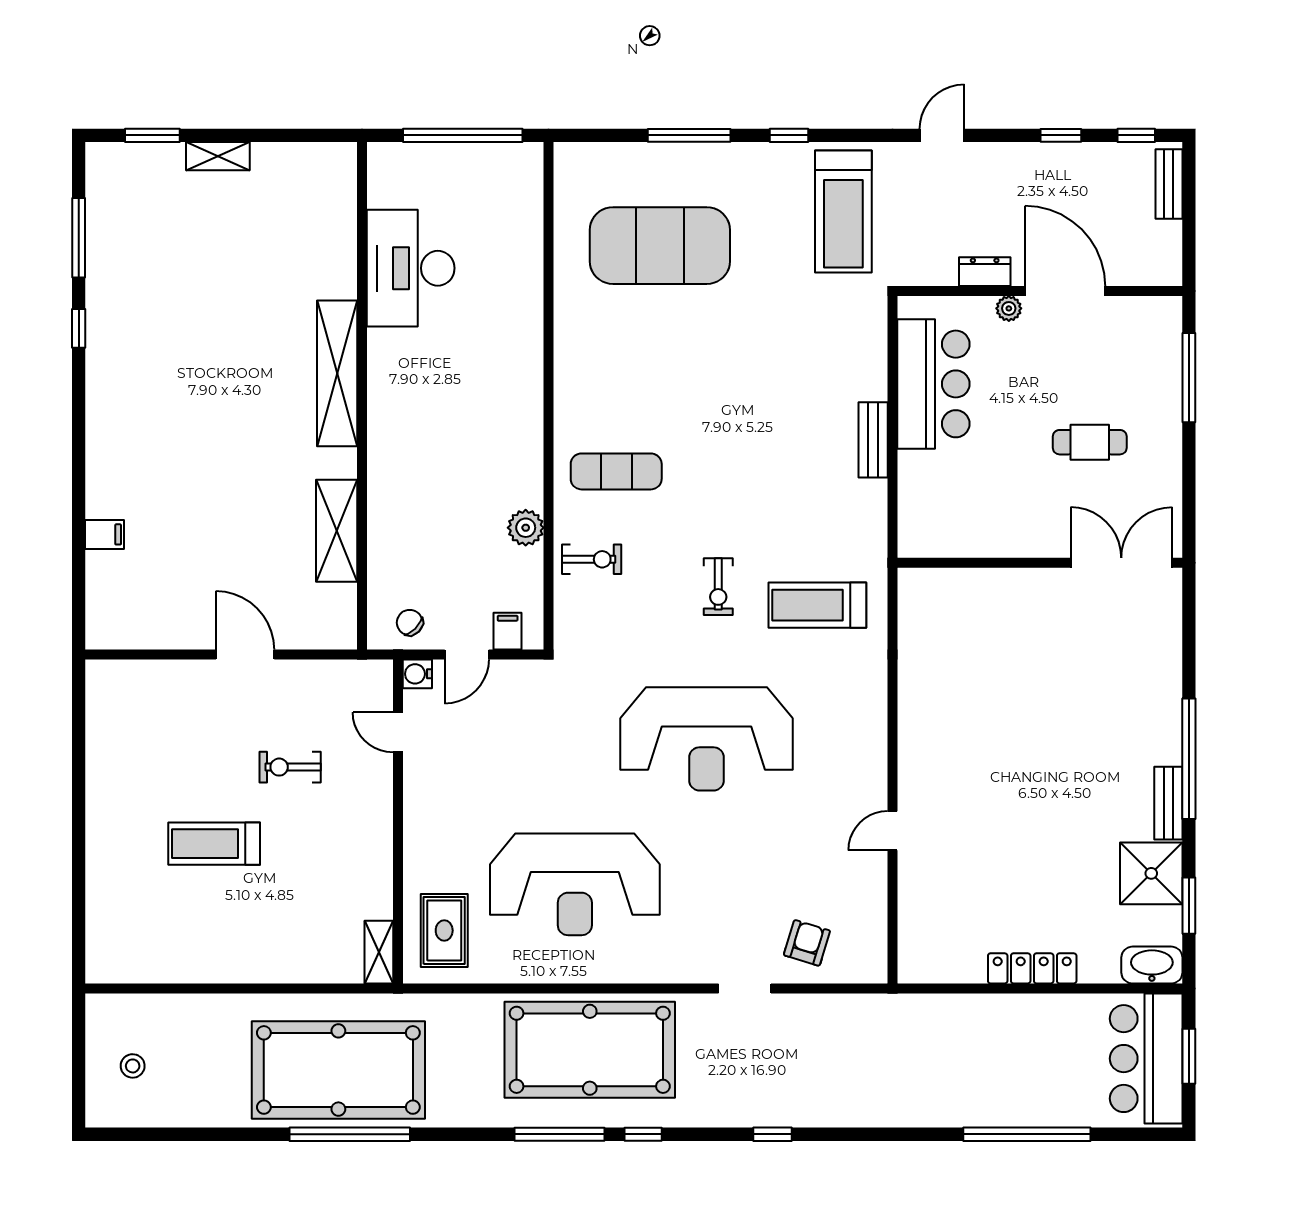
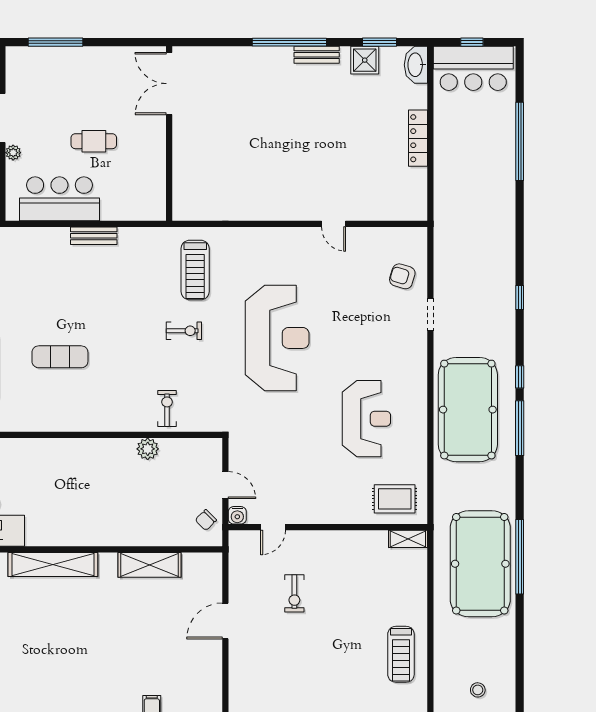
cafe table: (1090, 442) -> (94, 141), moved, turned 90
exercise mat: (616, 471) -> (60, 357), moved, turned 90
filing cabinet: (508, 631) -> (211, 460), removed
treadmill: (214, 844) -> (401, 654), moved
shower: (1151, 873) -> (365, 60), width x0.73, depth x0.73
reception desk: (575, 884) -> (366, 419), width x0.74, depth x0.77
window: (1189, 1056) -> (472, 42), width x0.67

